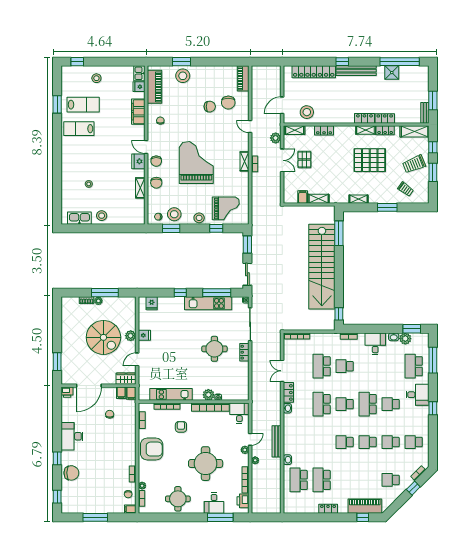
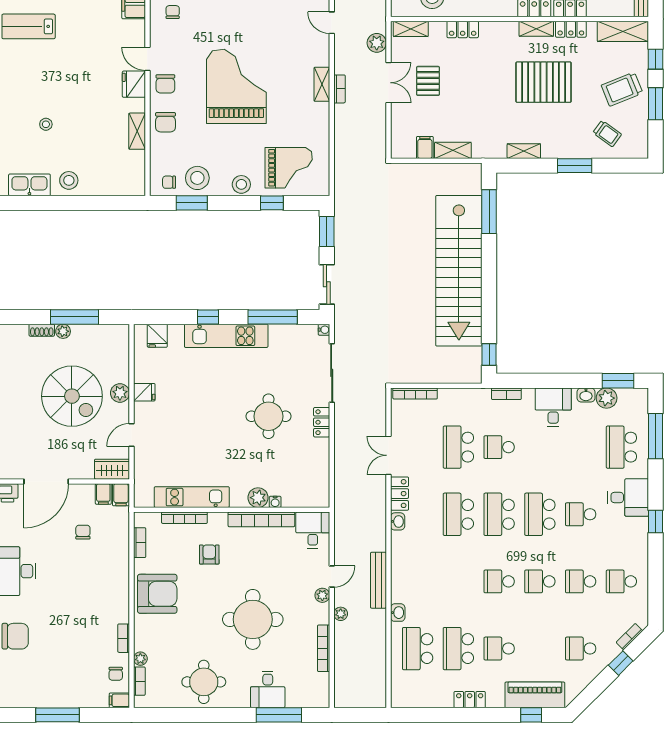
kitchen unit: (208, 303) -> (226, 336), moved
school desk: (345, 404) -> (499, 514), width x1.85
school desk: (345, 480) -> (499, 649), added
printer: (243, 501) -> (319, 686), removed

